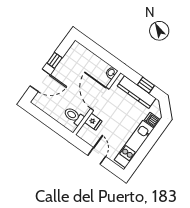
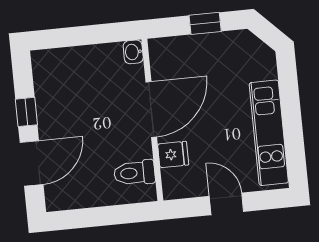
kitchen counter: (137, 92) -> (200, 47), removed
door: (100, 99) -> (151, 109), swing flipped
dishwasher: (152, 120) -> (264, 69), removed

